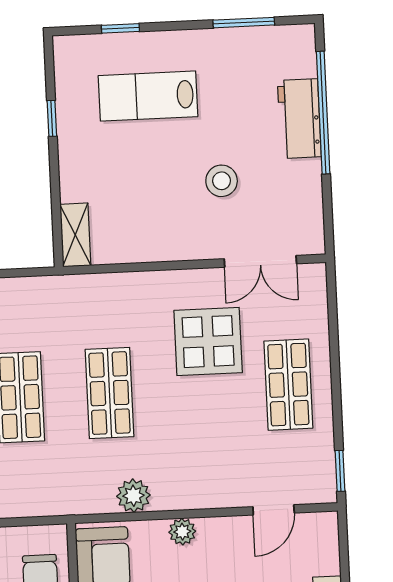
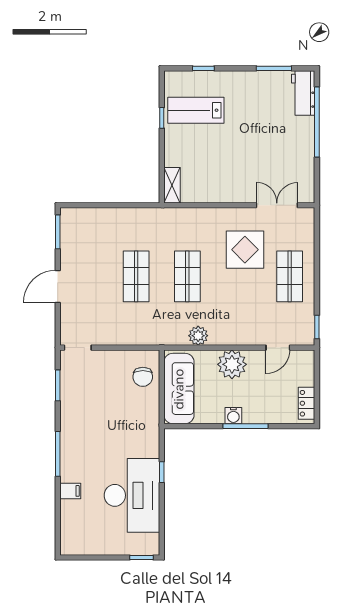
lab bench: (148, 96) -> (196, 110), moved
workbench: (299, 119) -> (303, 93), moved
stool: (222, 181) -> (257, 158), removed
double door: (260, 261) -> (277, 205), swing flipped
plant: (182, 532) -> (232, 364), width x1.87, depth x1.87

